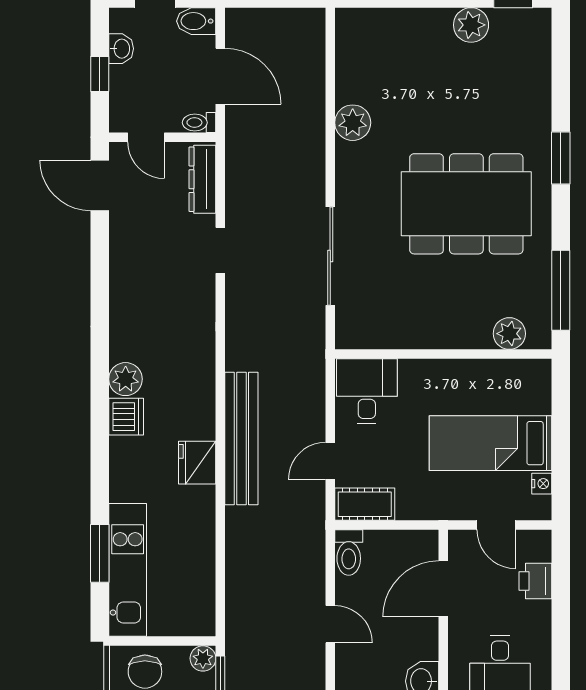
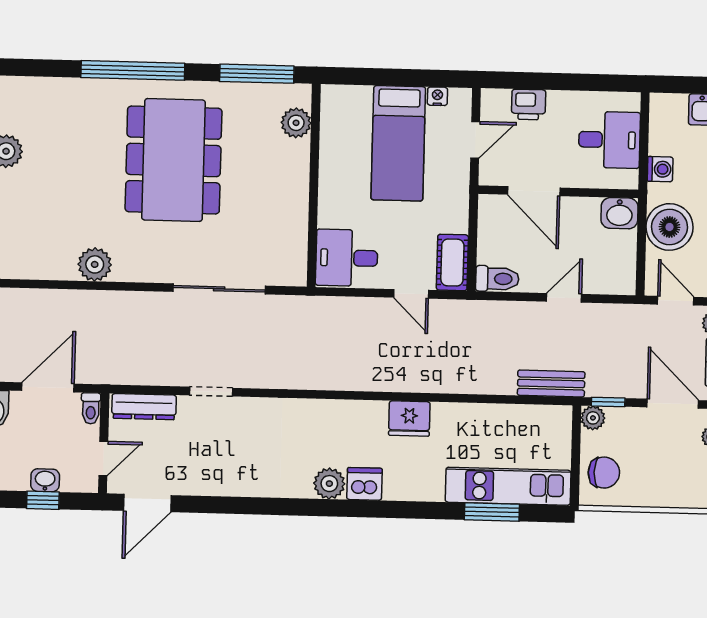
washbasin: (121, 49) -> (45, 480), moved
window: (561, 158) -> (133, 70), width x2.11
bench: (241, 438) -> (551, 383), moved, width x0.54, depth x0.82

